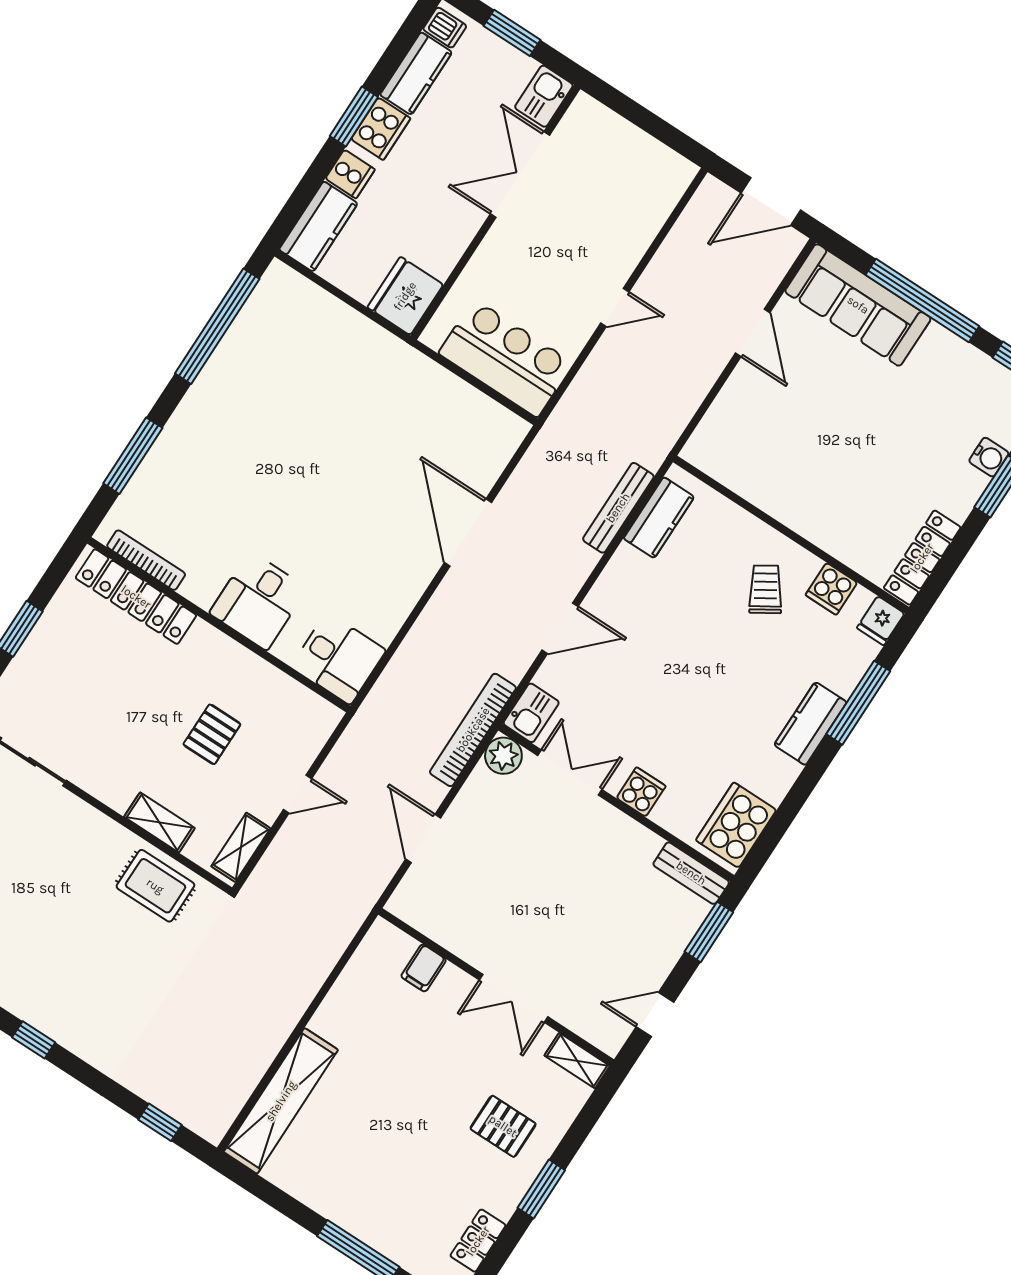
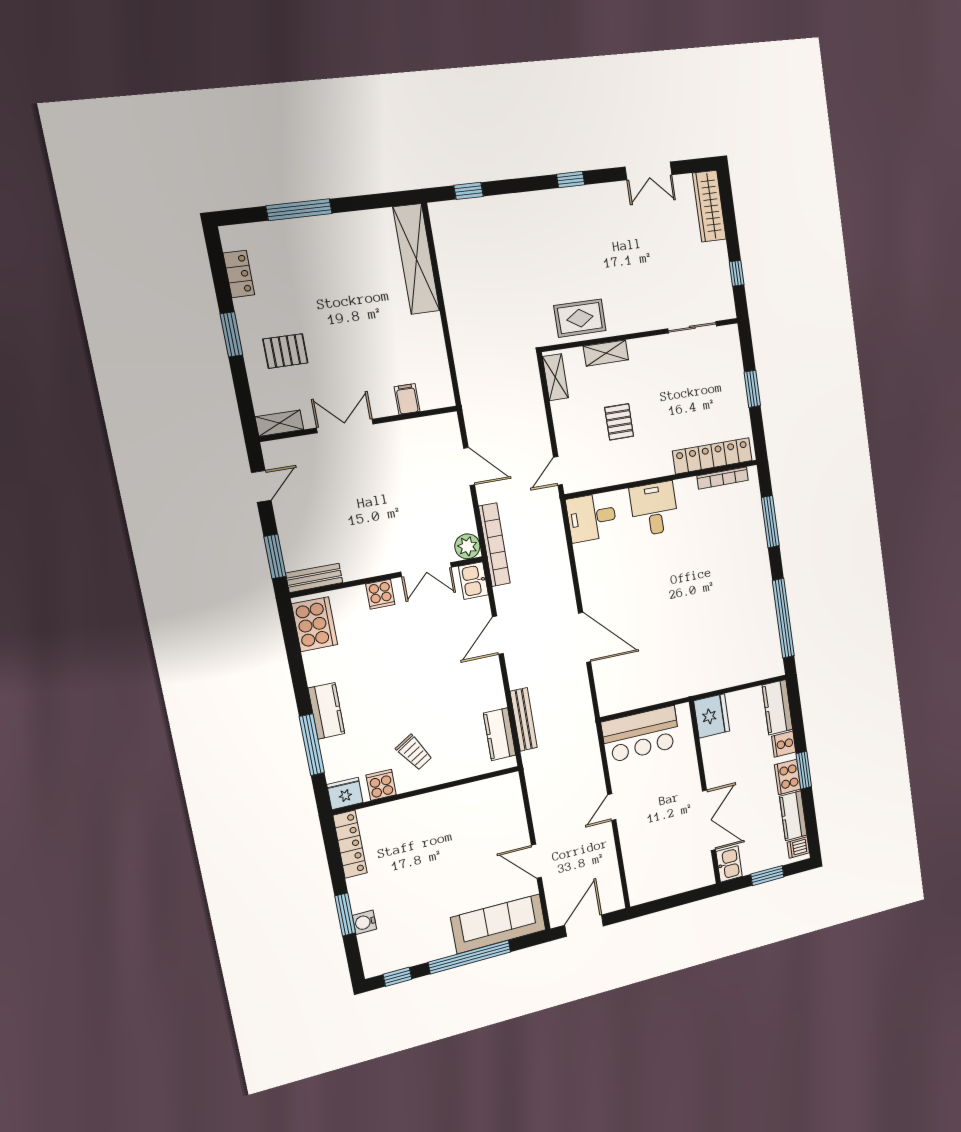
fridge: (881, 621) -> (345, 793), width x1.38
door: (298, 794) -> (558, 471), moved

